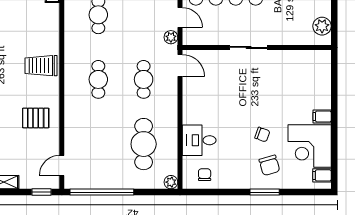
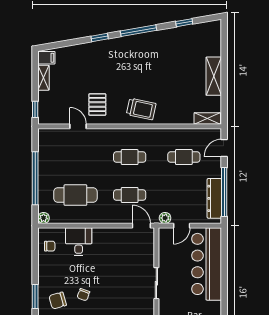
door: (180, 65) -> (141, 226), swing flipped
trolley: (41, 66) -> (141, 109), turned 102
door: (62, 166) -> (78, 126), moved
window: (102, 192) -> (35, 178), moved

